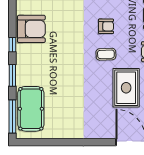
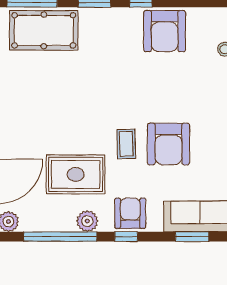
armchair: (106, 26) -> (169, 144), width x1.88, depth x1.88

